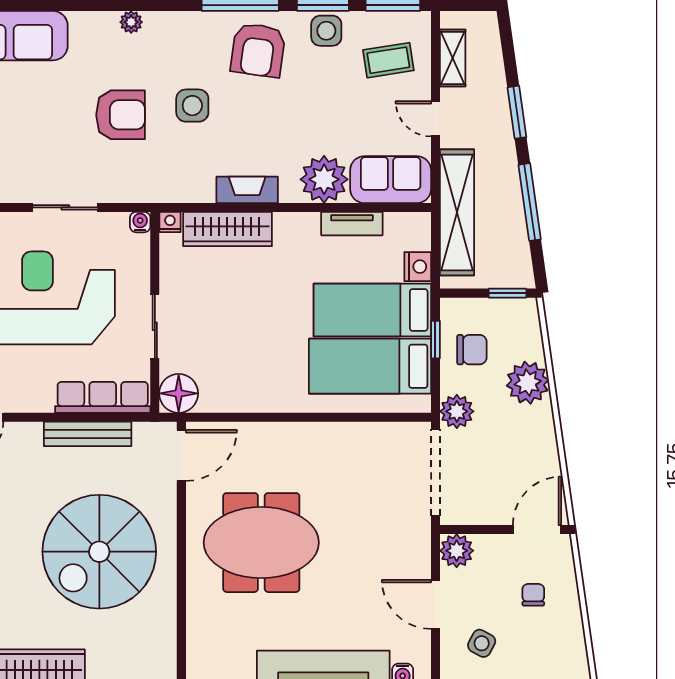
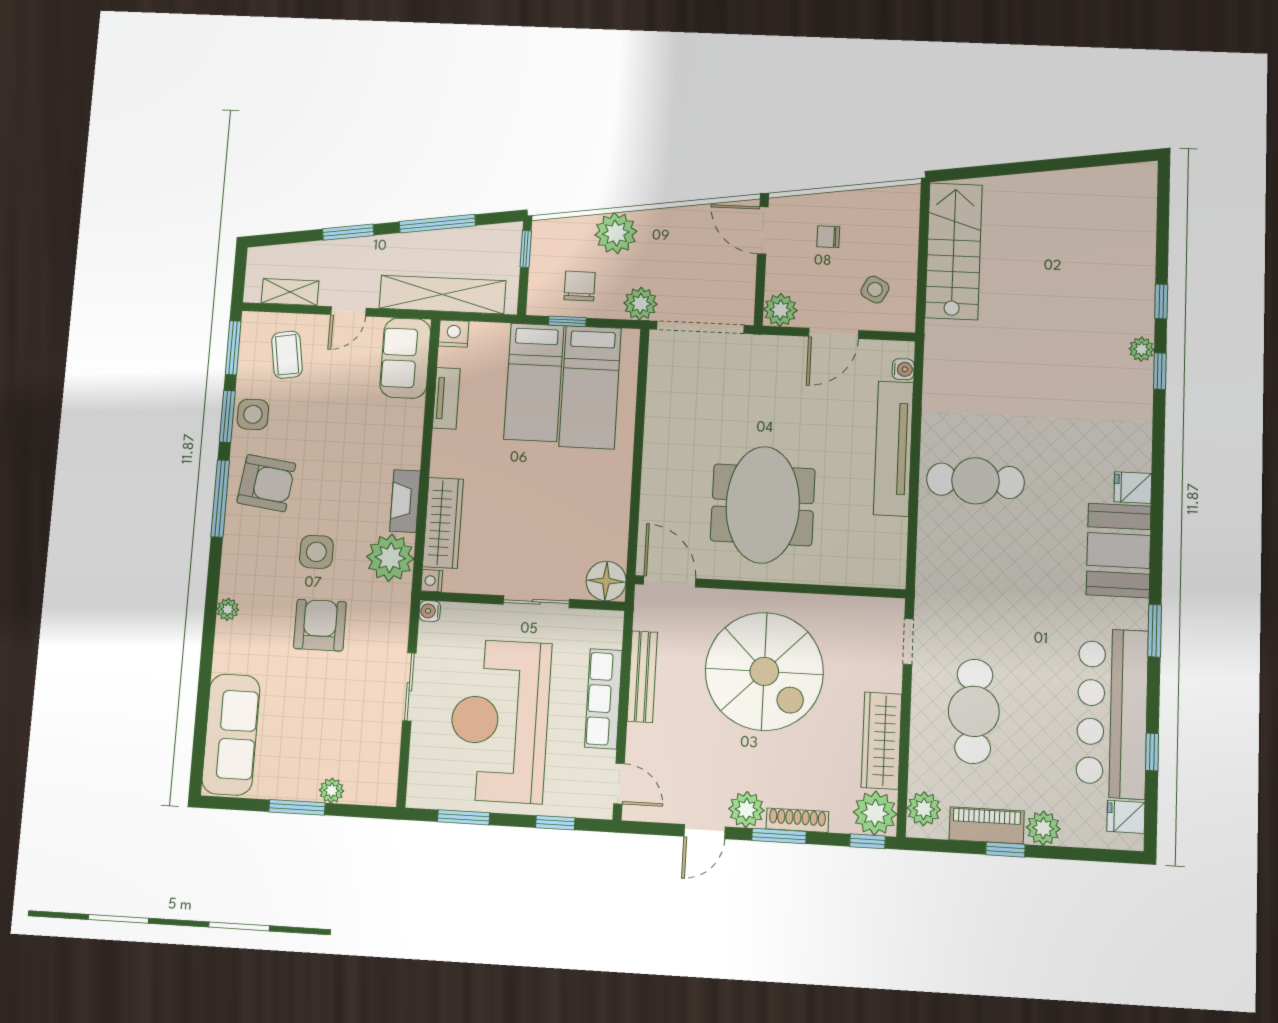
plant: (324, 179) -> (390, 558), moved
nightstand: (418, 267) -> (454, 334), moved
row of seats: (103, 397) -> (603, 699), moved

